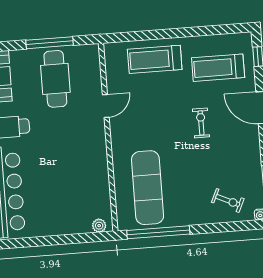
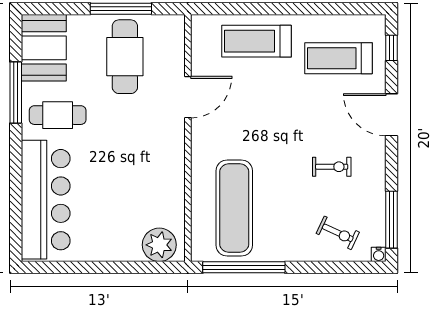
door: (106, 106) -> (188, 97), width x1.38
exercise bike: (201, 123) -> (332, 167), moved, turned 90
plant: (99, 226) -> (159, 245), width x1.87, depth x1.87

